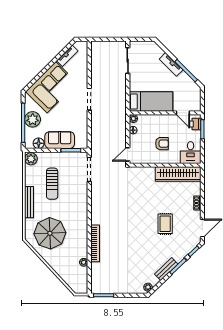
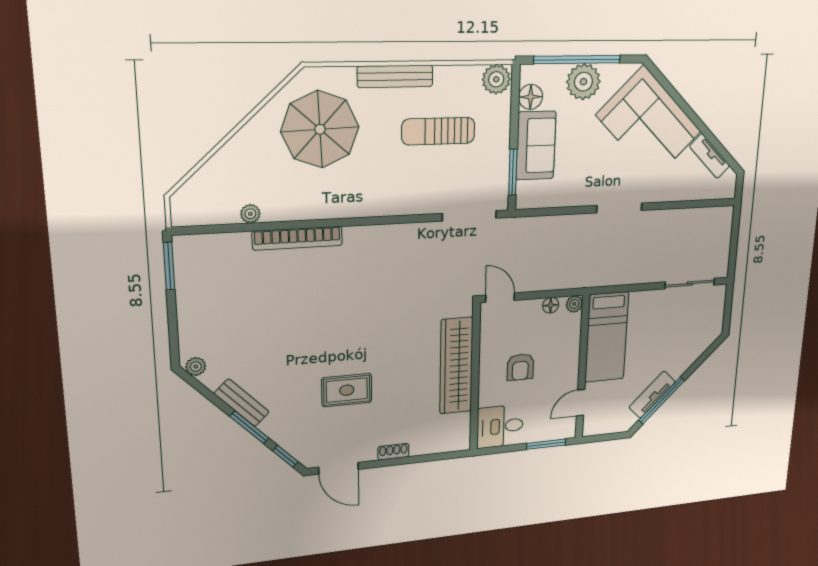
tv unit: (171, 64) -> (652, 395), moved
printer: (195, 124) -> (557, 429), removed
wardrobe: (178, 174) -> (456, 366), moved

